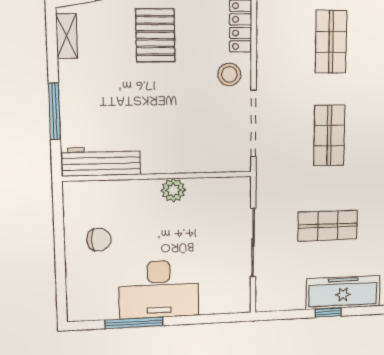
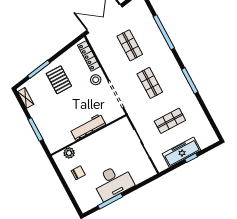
workbench: (101, 161) -> (88, 127), moved
plant: (173, 190) -> (69, 153), moved
freezer: (343, 292) -> (182, 152), moved

